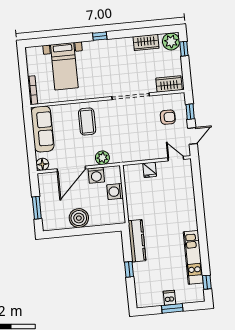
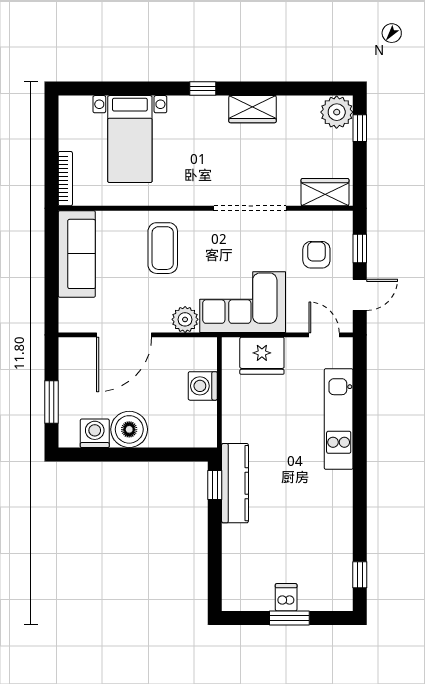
wardrobe: (146, 42) -> (253, 109), moved
armchair: (168, 117) -> (316, 255), turned -90
corner sofa: (132, 146) -> (243, 302), added
floor lamp: (42, 164) -> (70, 321), removed
fridge: (150, 170) -> (262, 356), width x1.88, depth x1.34
washing machine: (96, 175) -> (95, 433), moved, turned 180
kitchen unit: (193, 257) -> (339, 419), moved
window: (129, 269) -> (215, 485), moved

